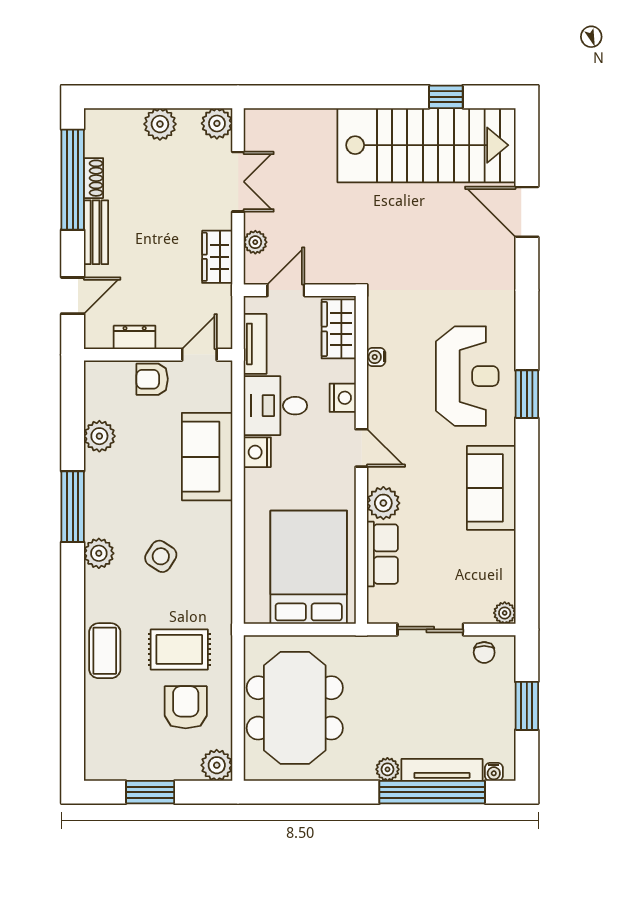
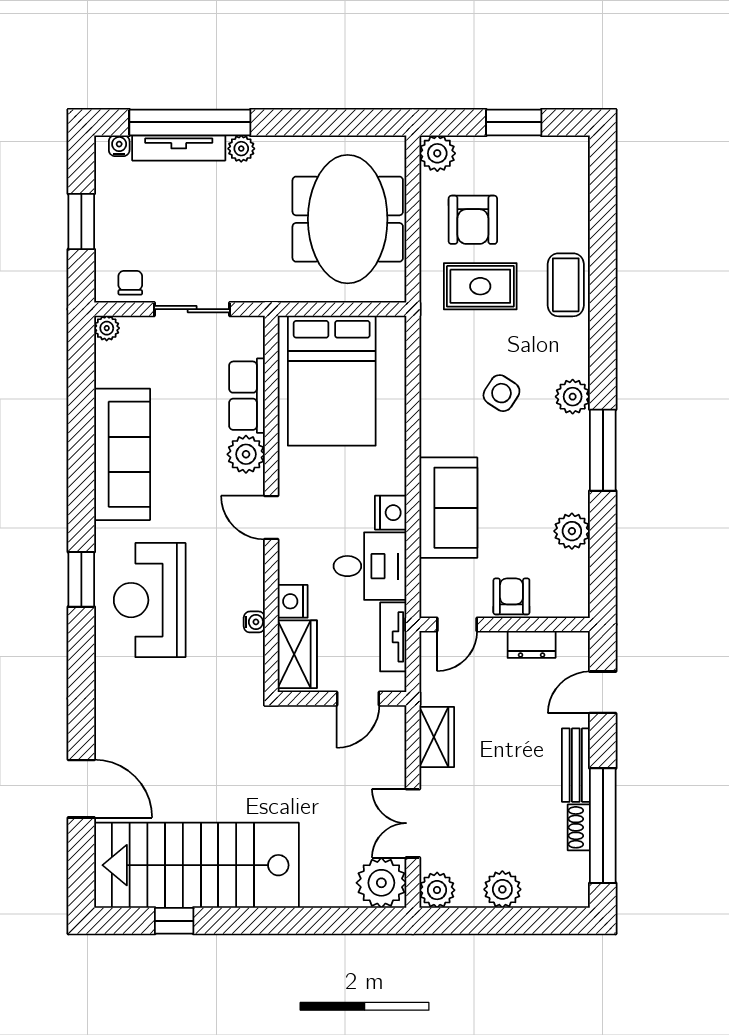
plant: (255, 242) -> (381, 883), moved, width x1.87, depth x1.87
armchair: (152, 379) -> (511, 596), turned -90
nightstand: (343, 398) -> (293, 601), moved
sofa: (491, 488) -> (122, 454), width x1.36

